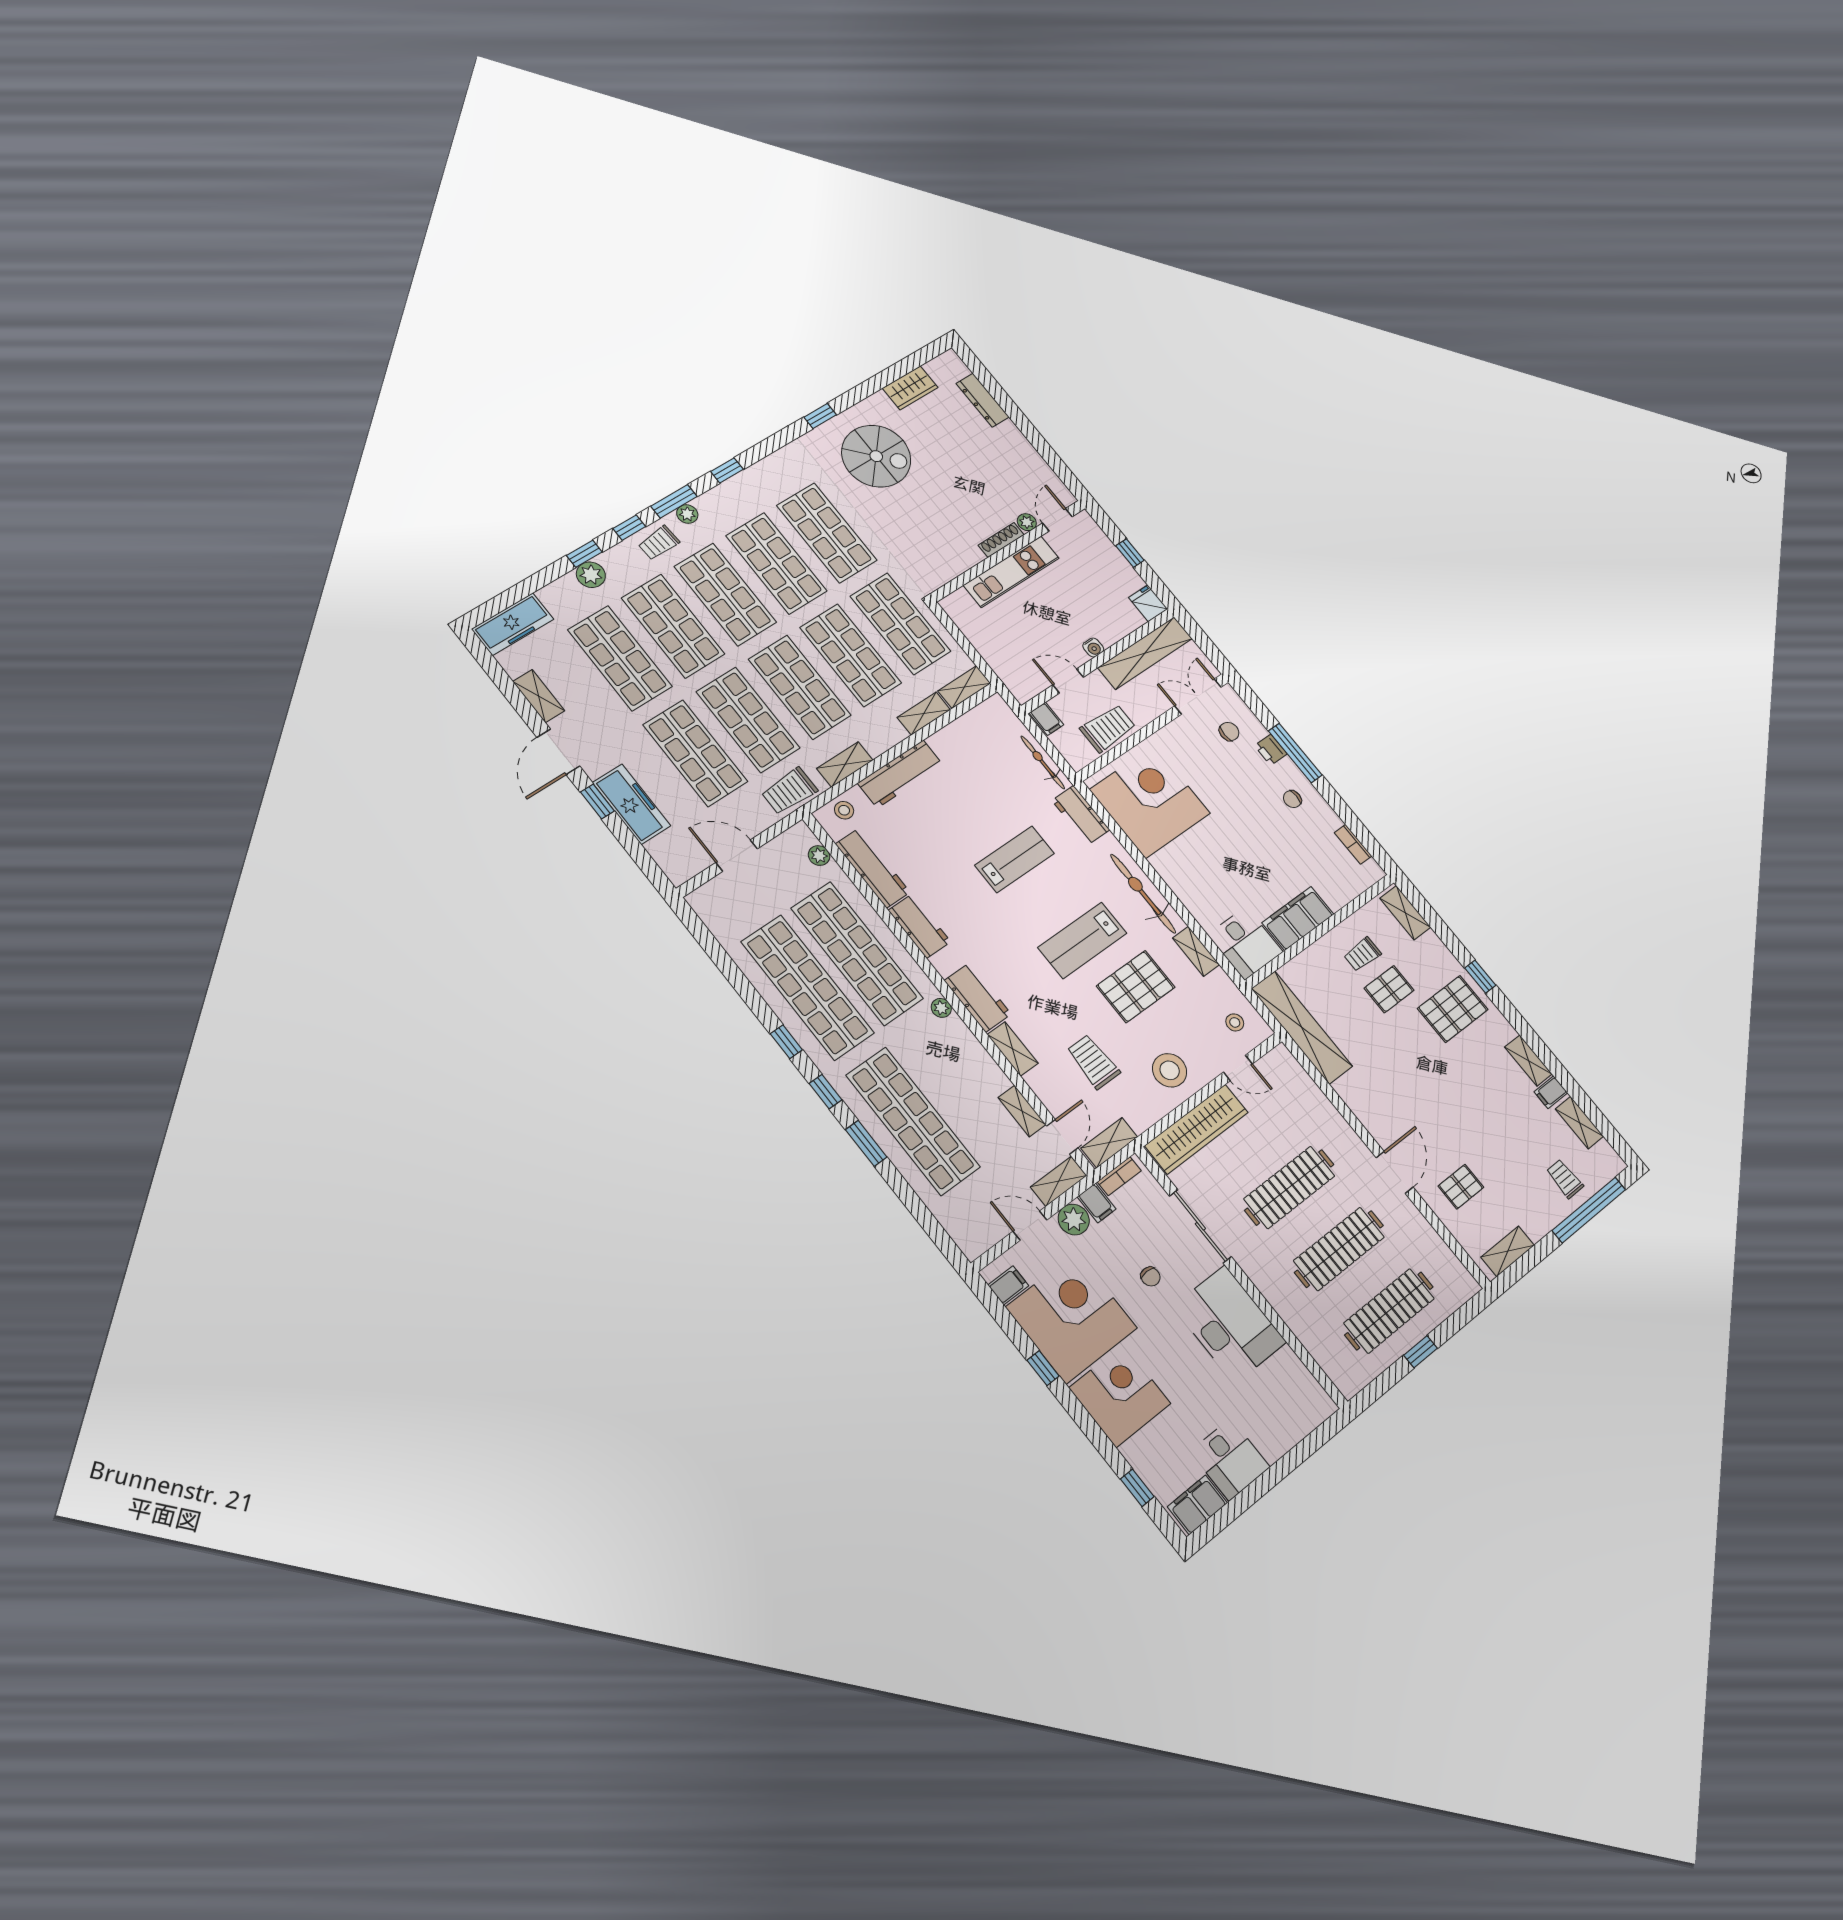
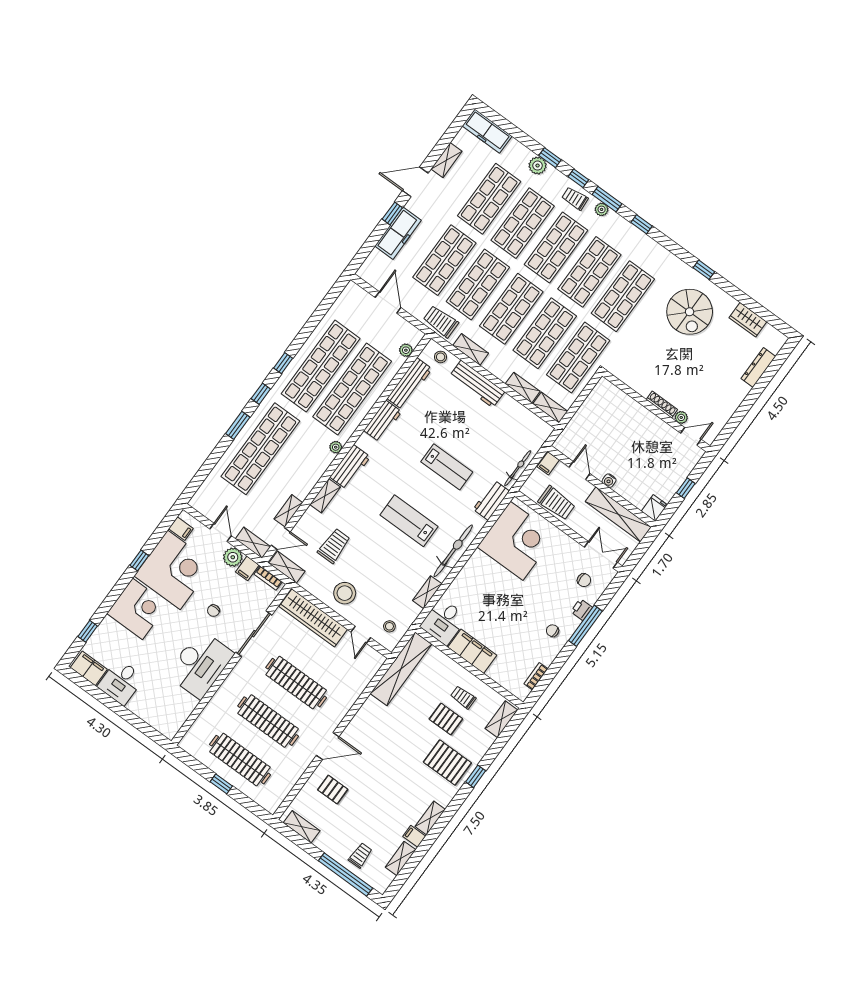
kitchen unit: (1011, 572) -> (642, 416), removed
pallet: (1136, 987) -> (391, 560), removed

